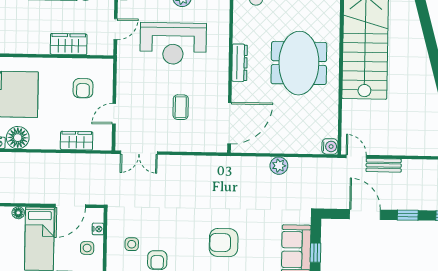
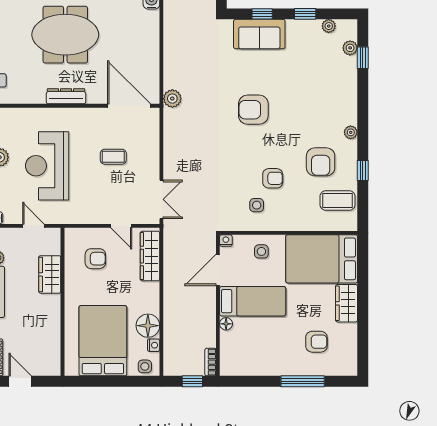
reception desk: (173, 43) -> (47, 166), turned 180
wardrobe: (77, 141) -> (150, 256), width x1.50
plant: (279, 166) -> (172, 99), moved
door: (70, 206) -> (218, 270), swing flipped
nightstand: (98, 229) -> (226, 241), moved
armchair: (224, 243) -> (253, 110), turned 90

